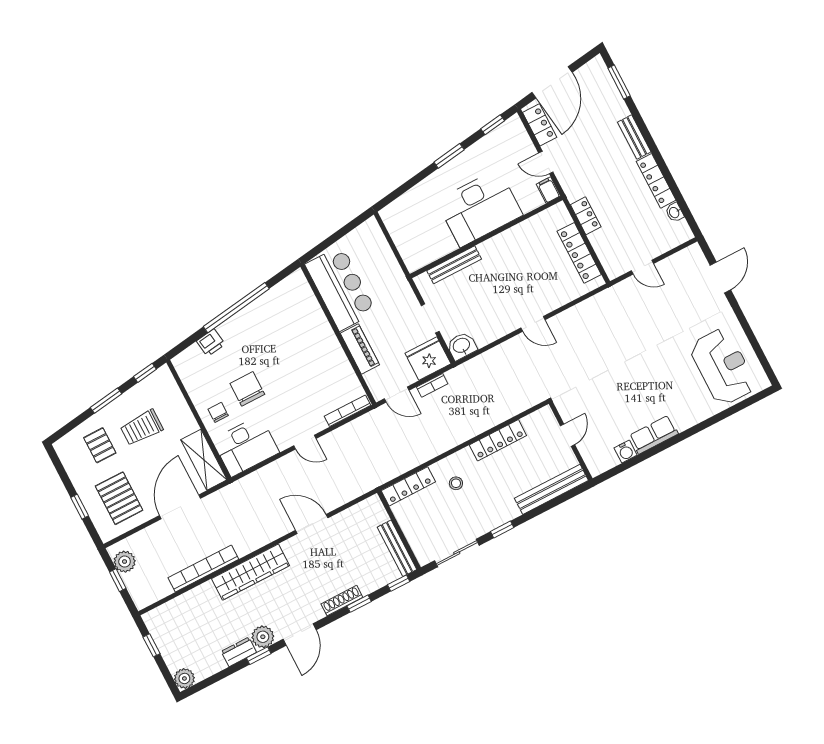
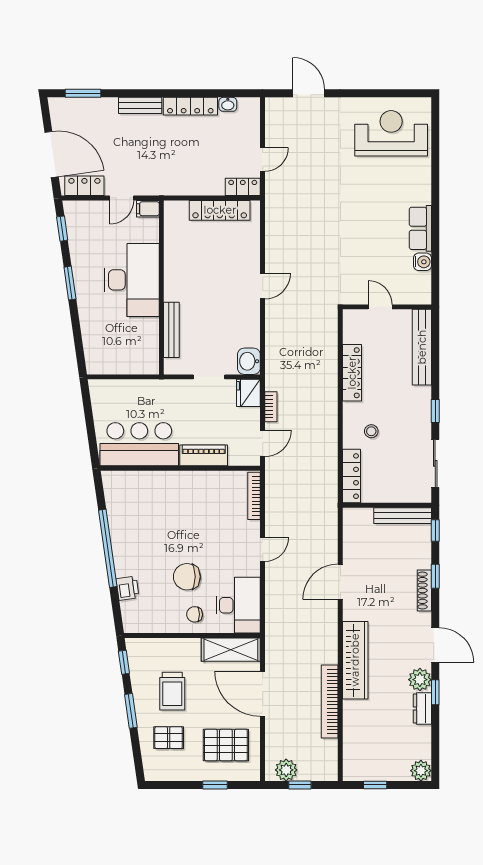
locker: (586, 216) -> (243, 187), moved
fridge: (428, 358) -> (248, 393), width x0.73, depth x0.75

